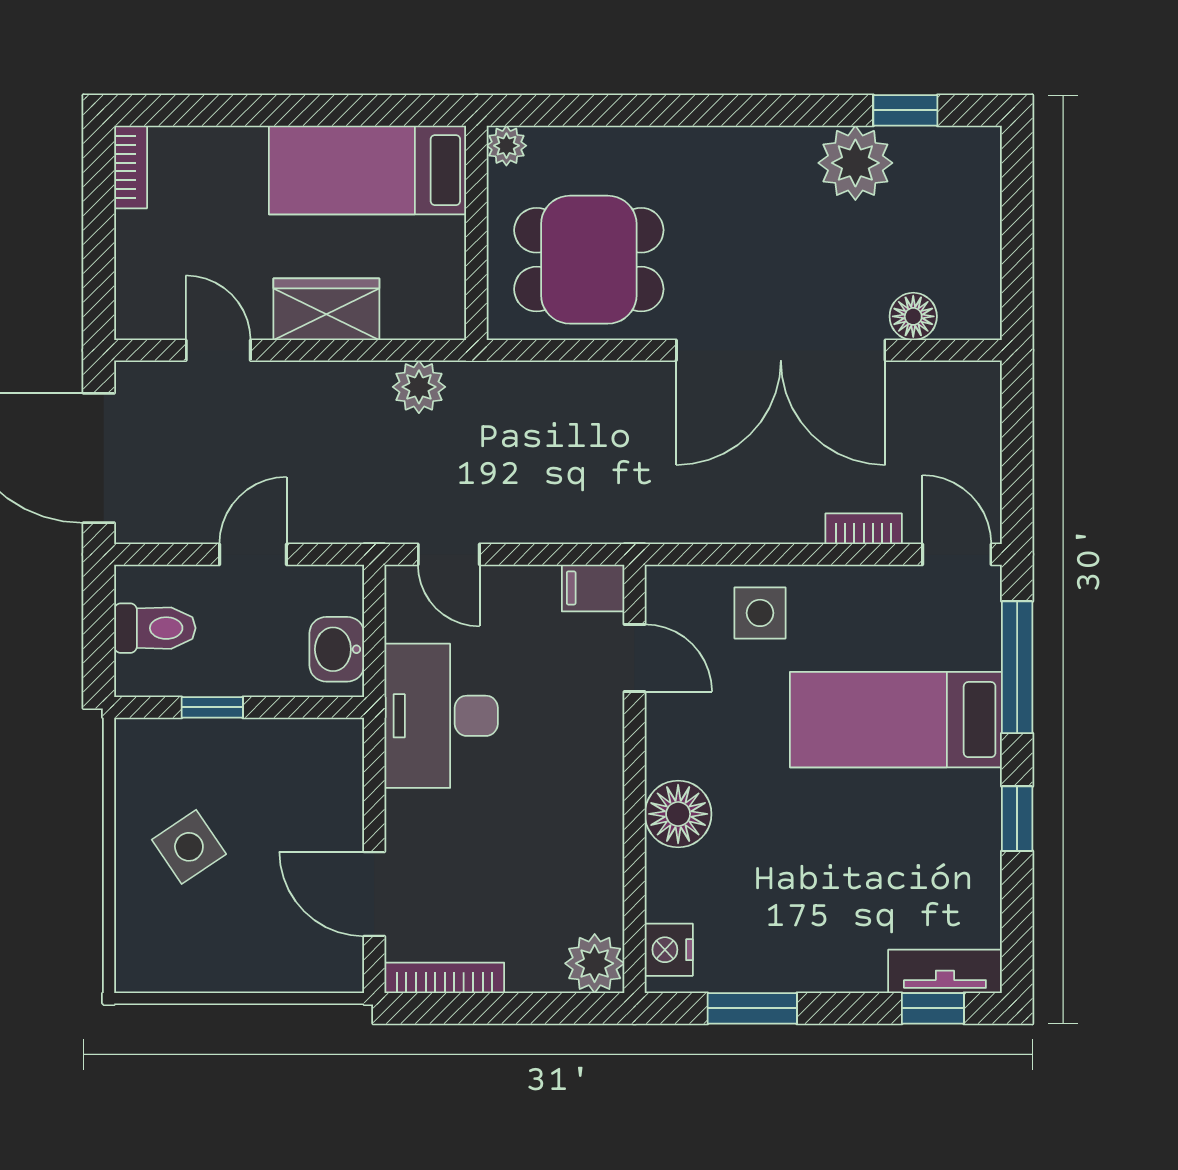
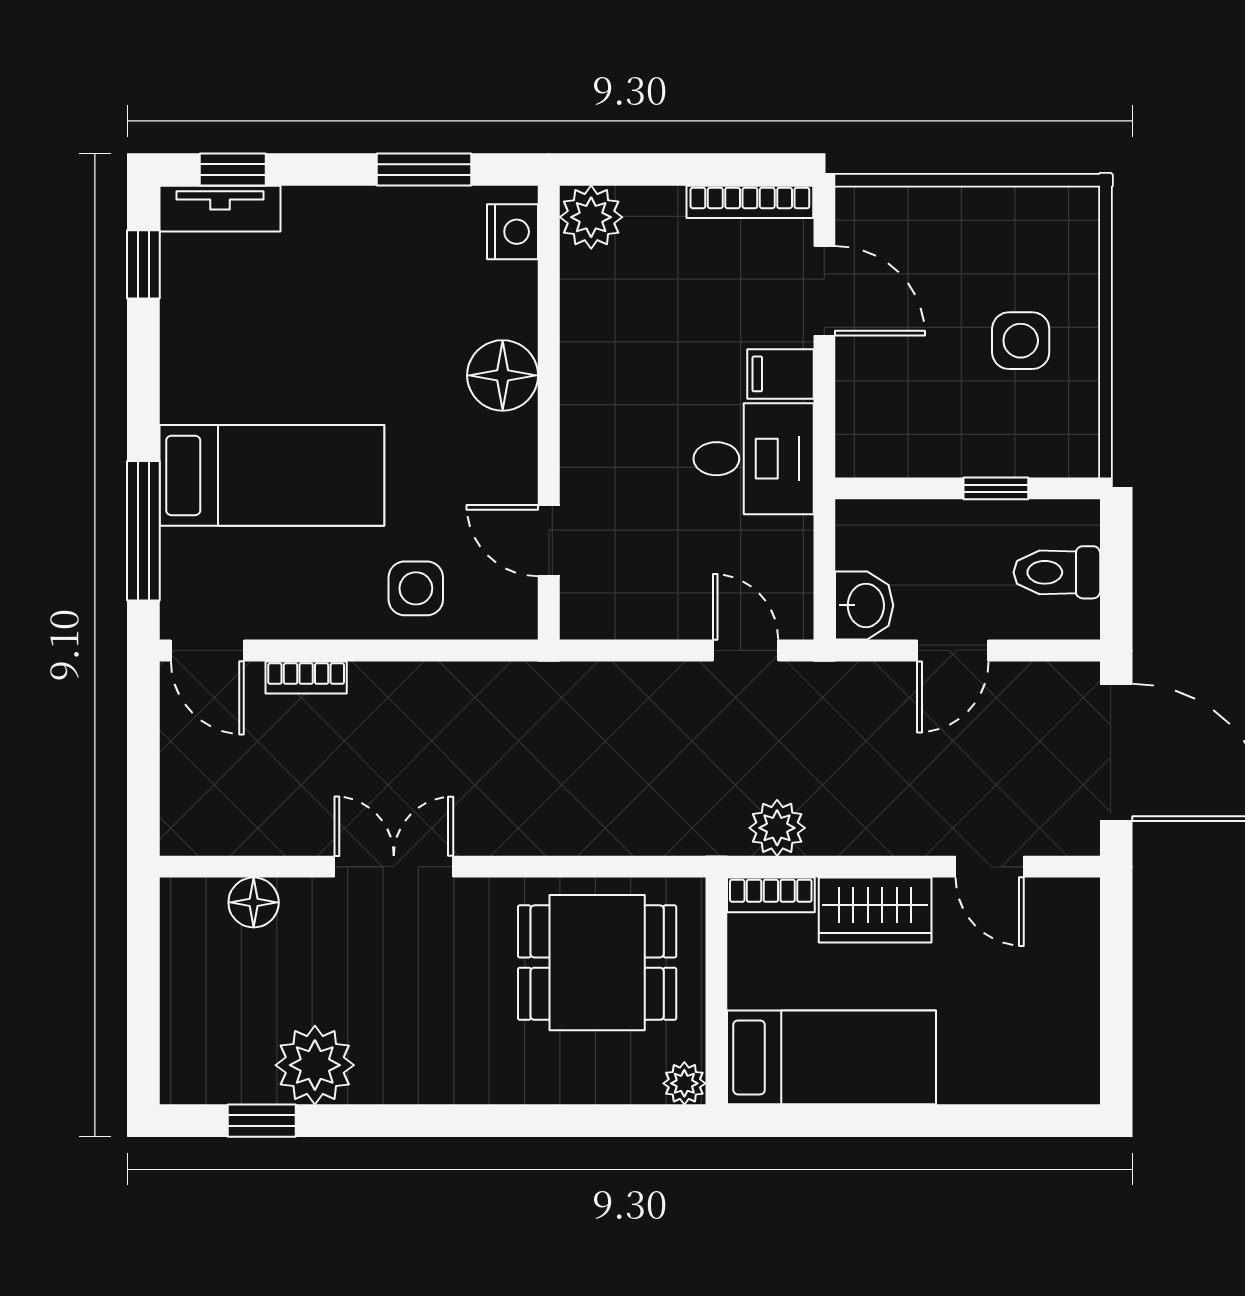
bookcase: (131, 167) -> (771, 895), moved, turned -90
double door: (781, 350) -> (394, 867), width x0.54
filing cabinet: (593, 588) -> (780, 374), moved, turned 180
washbasin: (337, 649) -> (864, 605), moved
desk: (441, 716) -> (754, 459), width x0.73
window: (1017, 819) -> (143, 264), moved
side table: (189, 847) -> (1021, 341), turned 34

